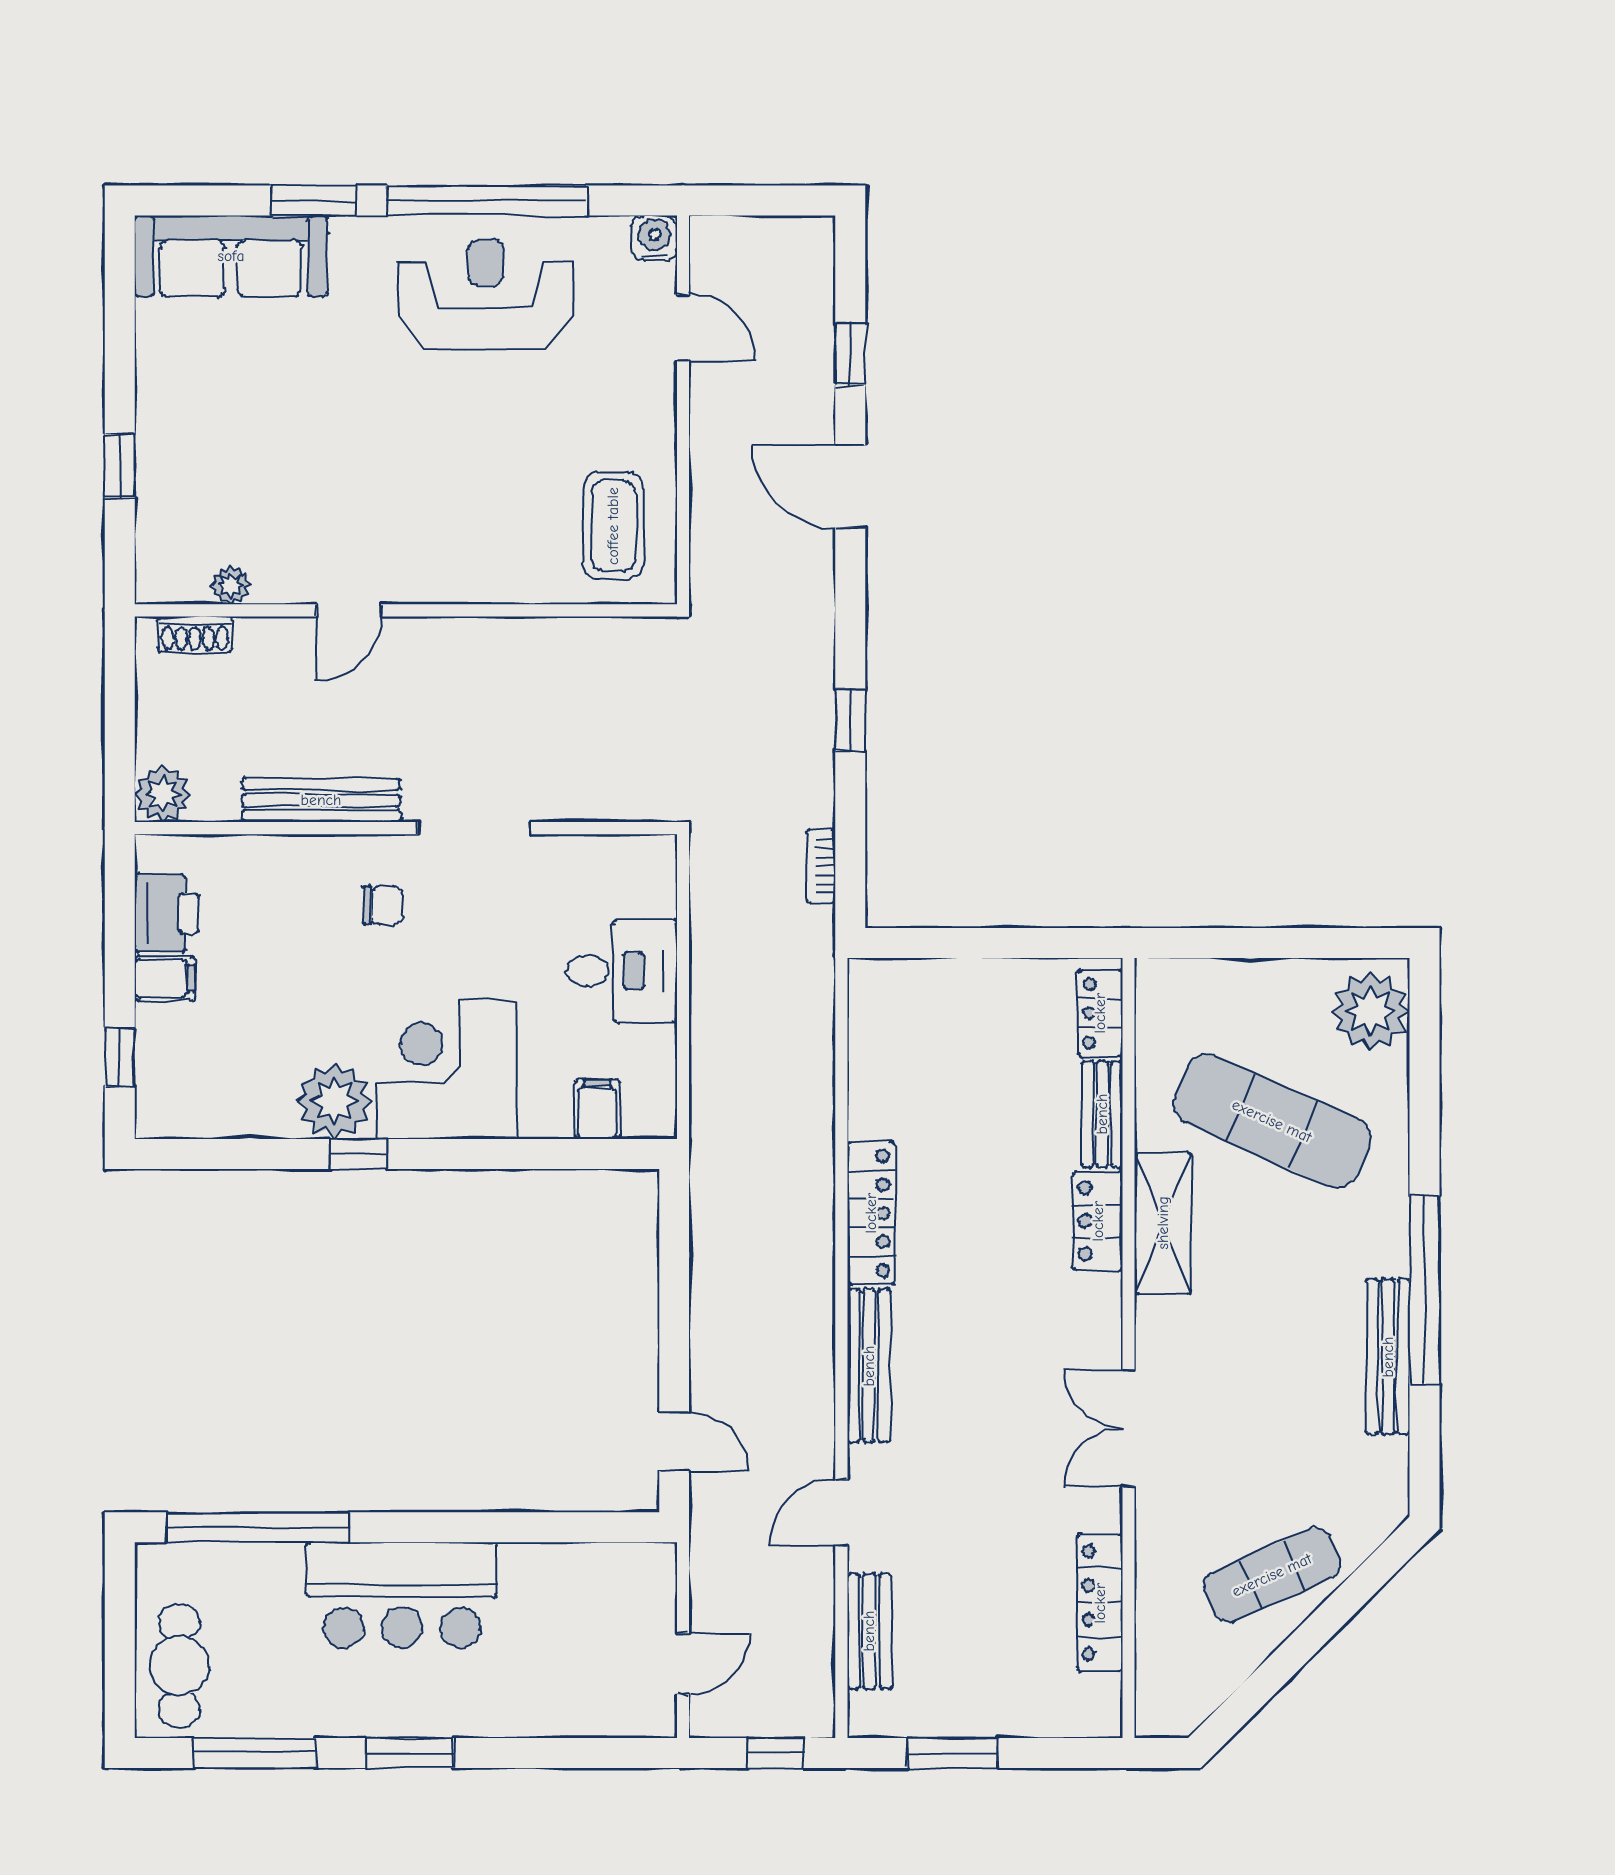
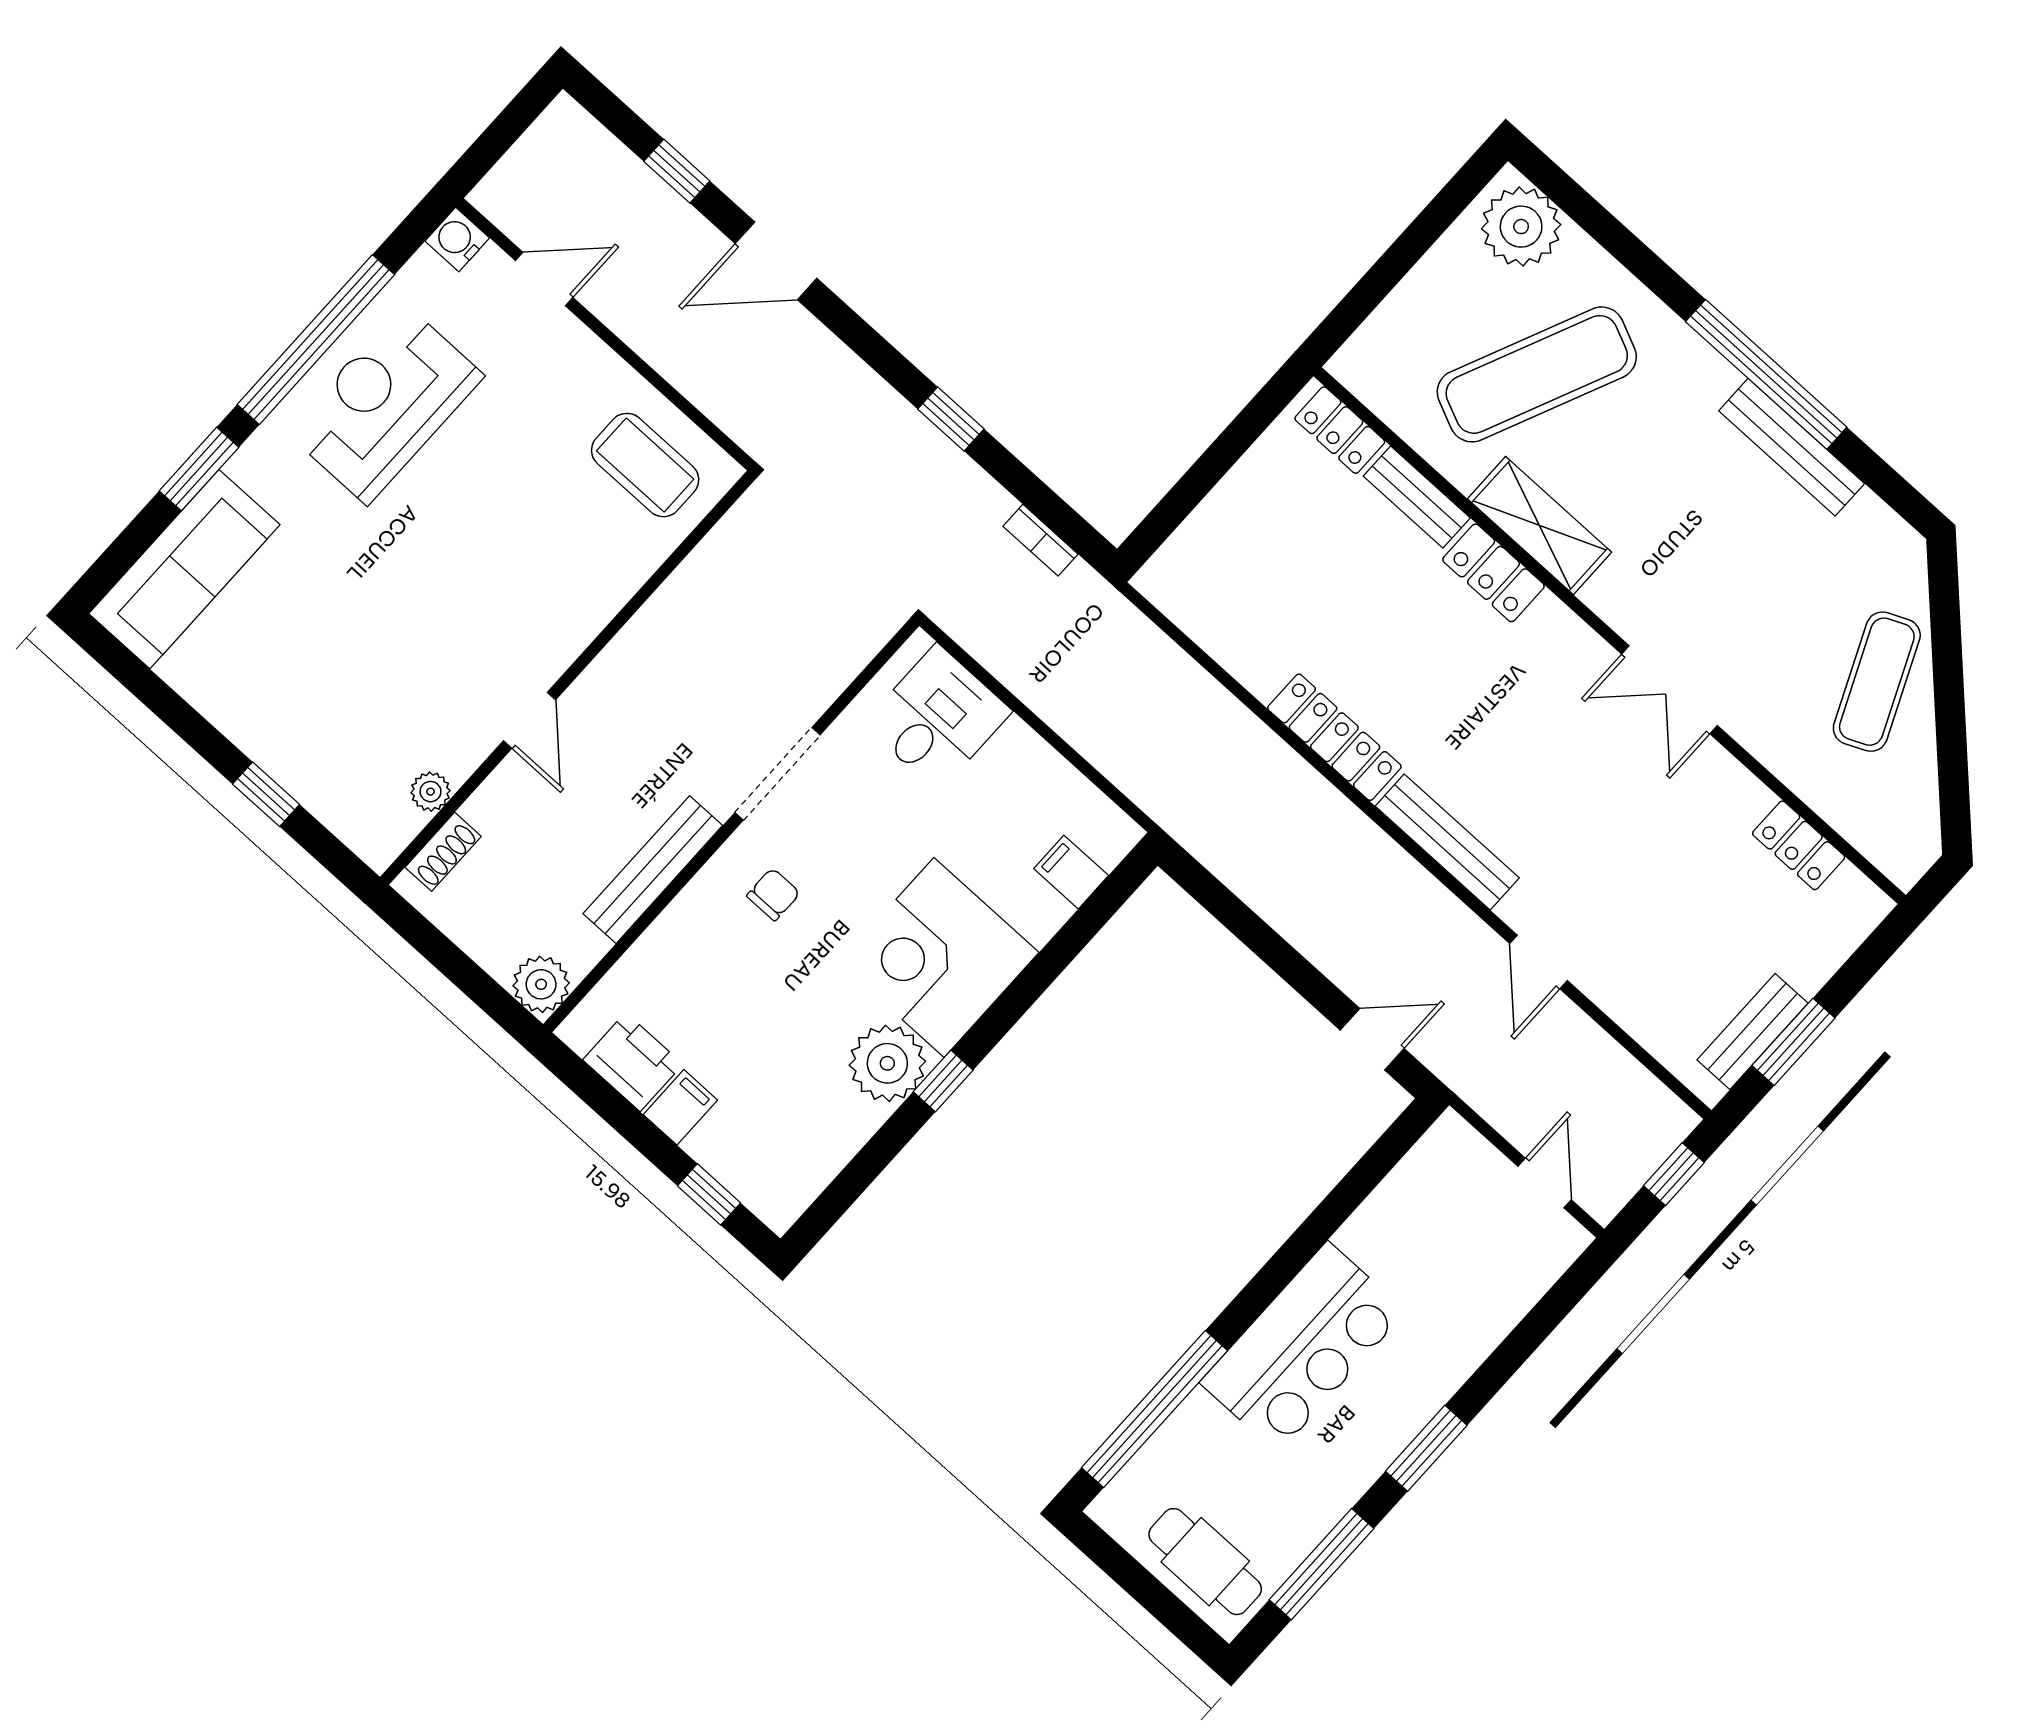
desk: (622, 971) -> (938, 718), moved
locker: (1100, 1603) -> (1799, 845), width x0.66
bench: (869, 1631) -> (1753, 1031), moved, turned 90

